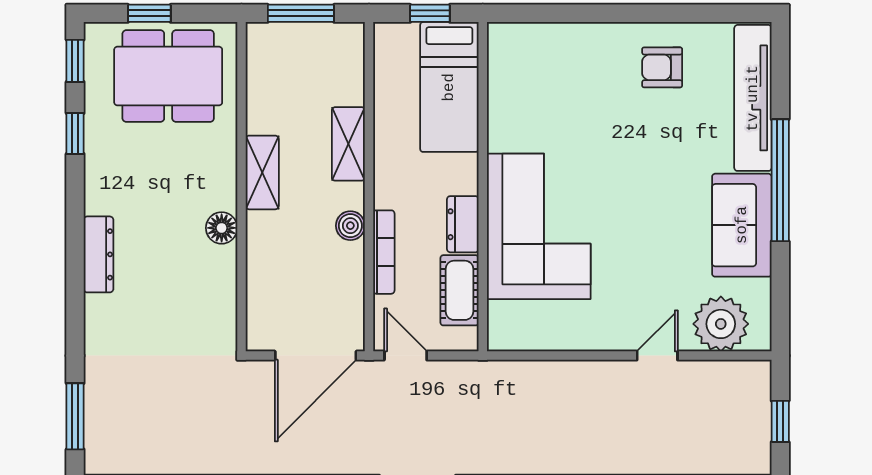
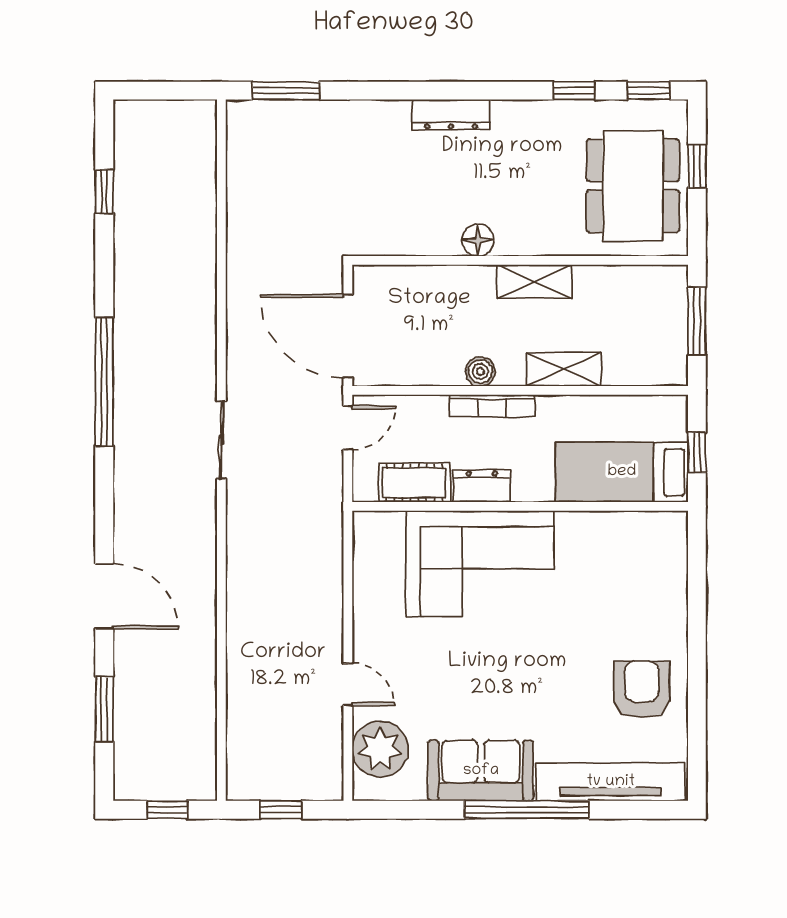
armchair: (662, 67) -> (642, 689), width x1.38, depth x1.38
bookcase: (384, 252) -> (492, 406), moved

